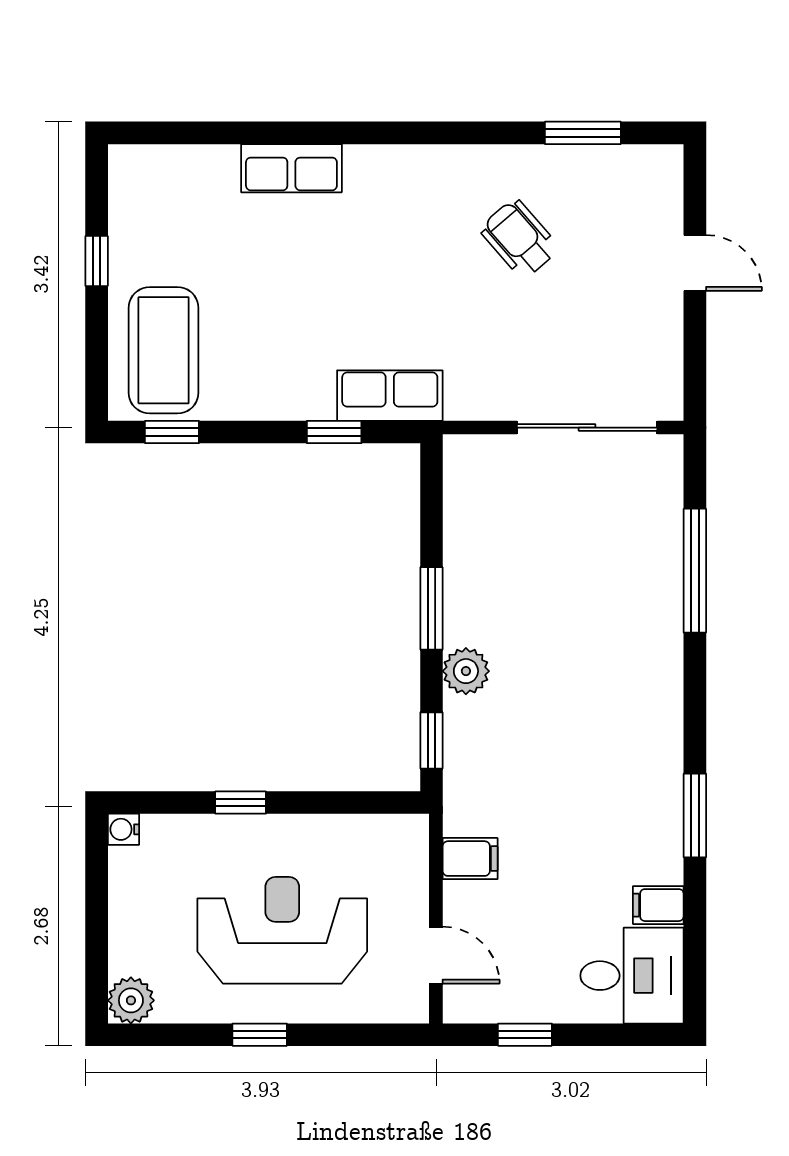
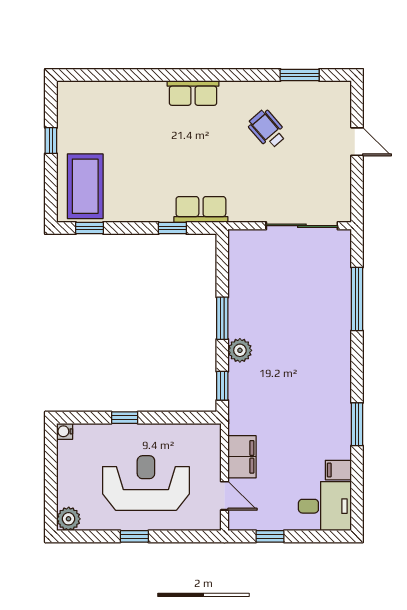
row of seats: (291, 168) -> (193, 93), moved
filing cabinet: (470, 859) -> (242, 457), width x2.00

